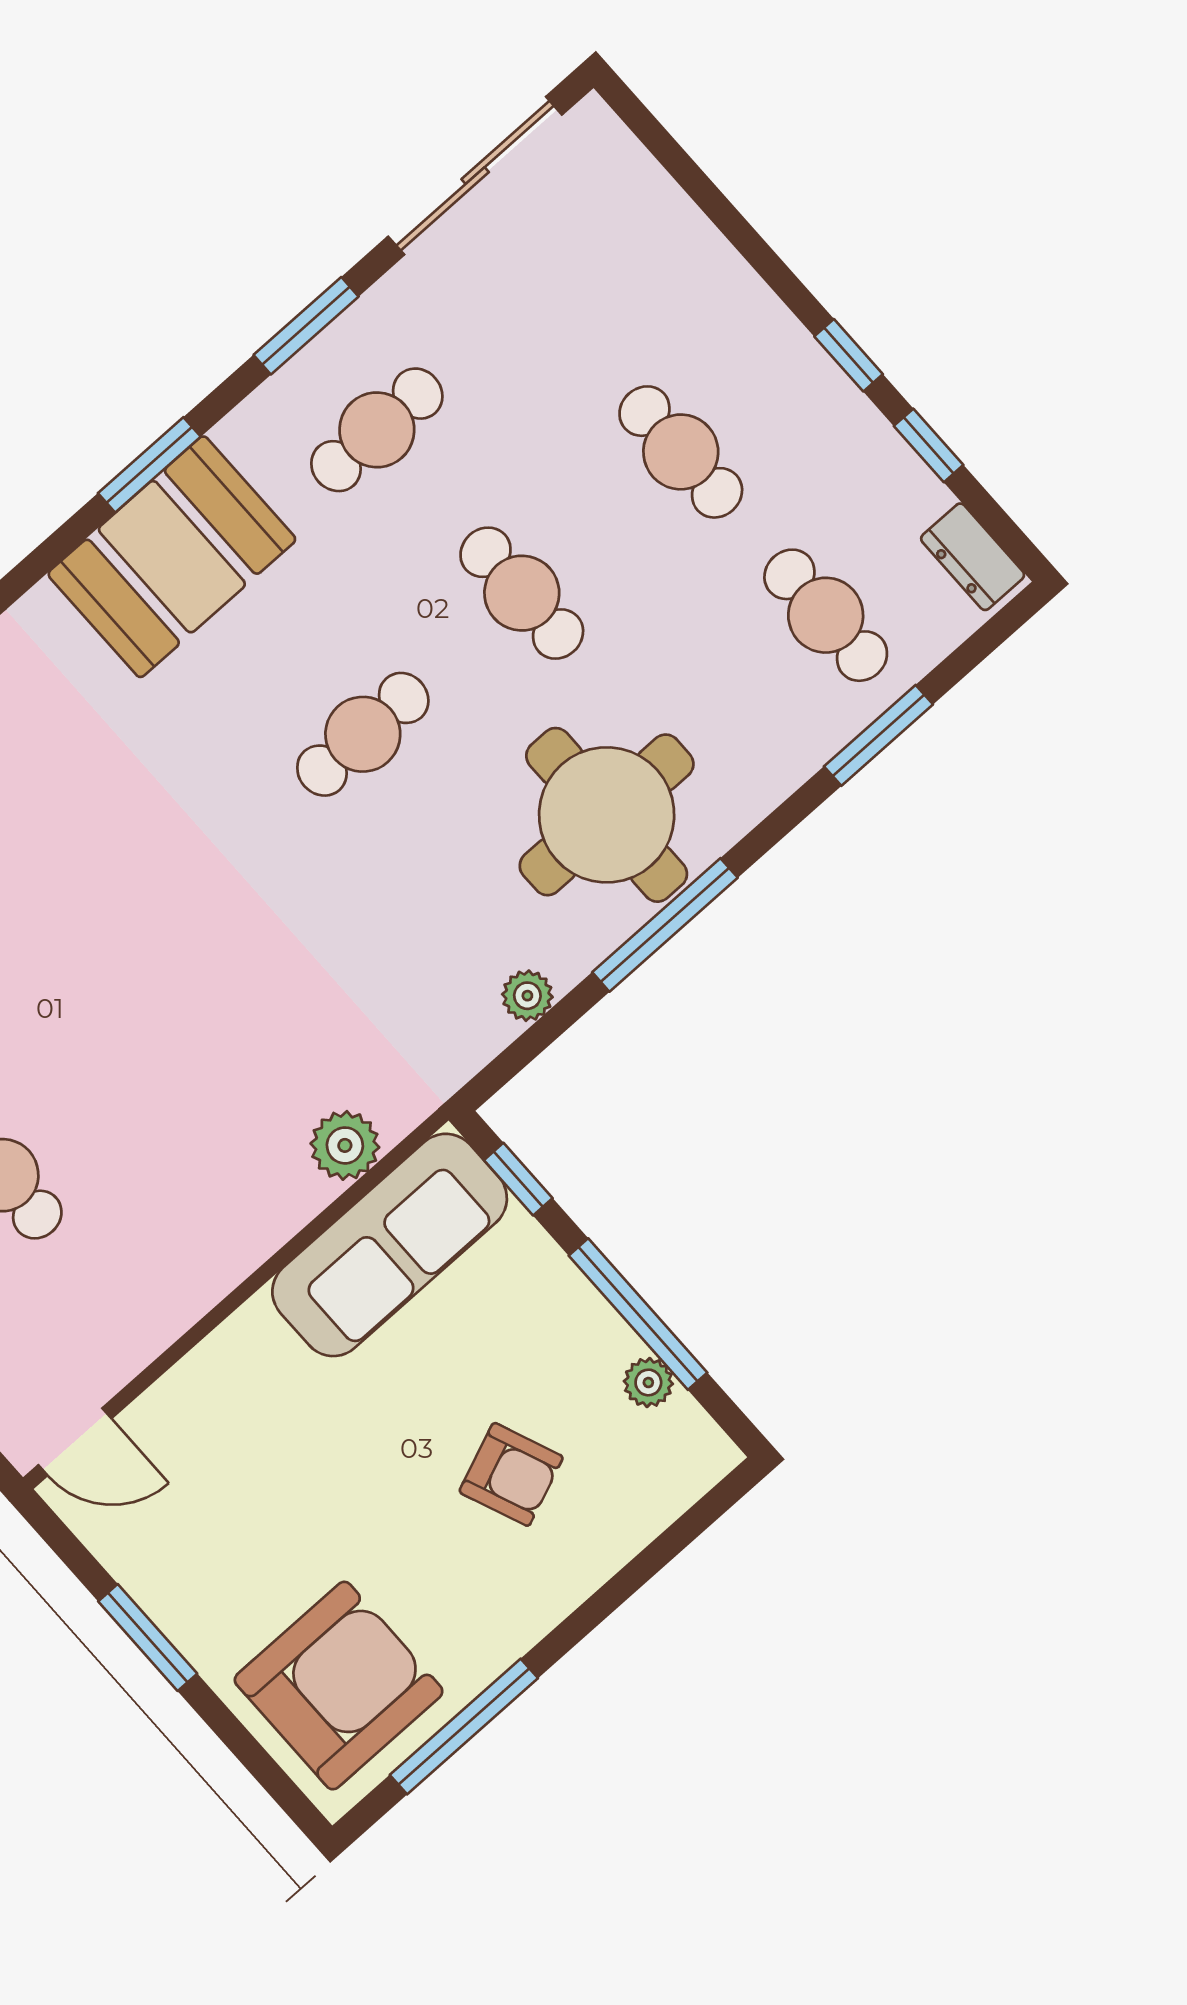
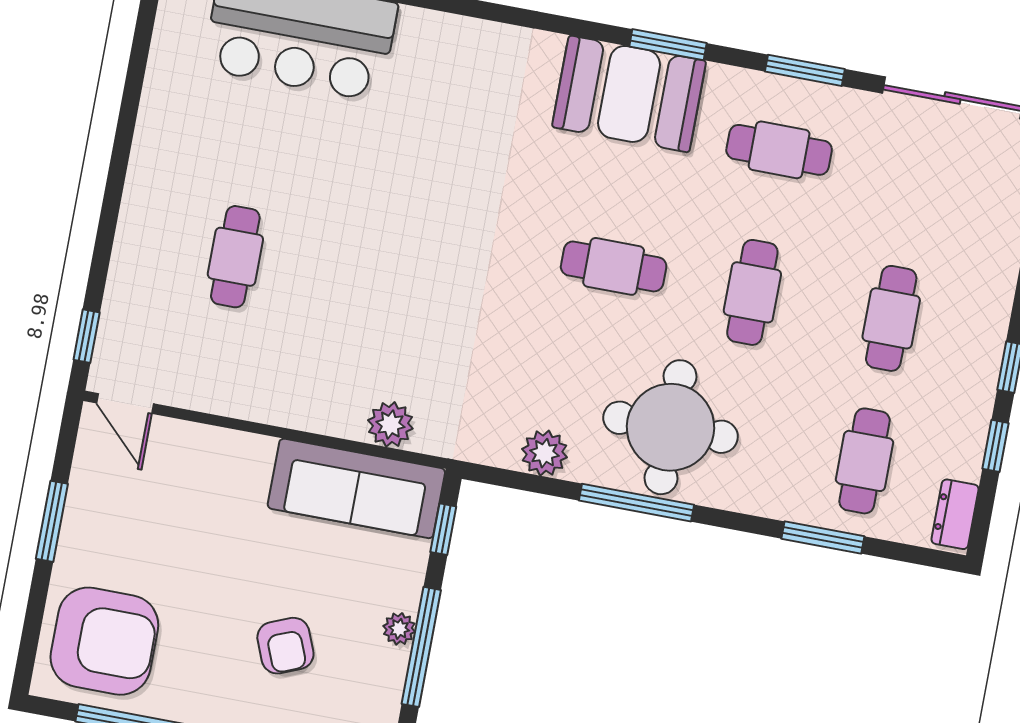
plant: (527, 996) -> (545, 453), width x1.38, depth x1.38
plant: (648, 1382) -> (399, 629), moved

